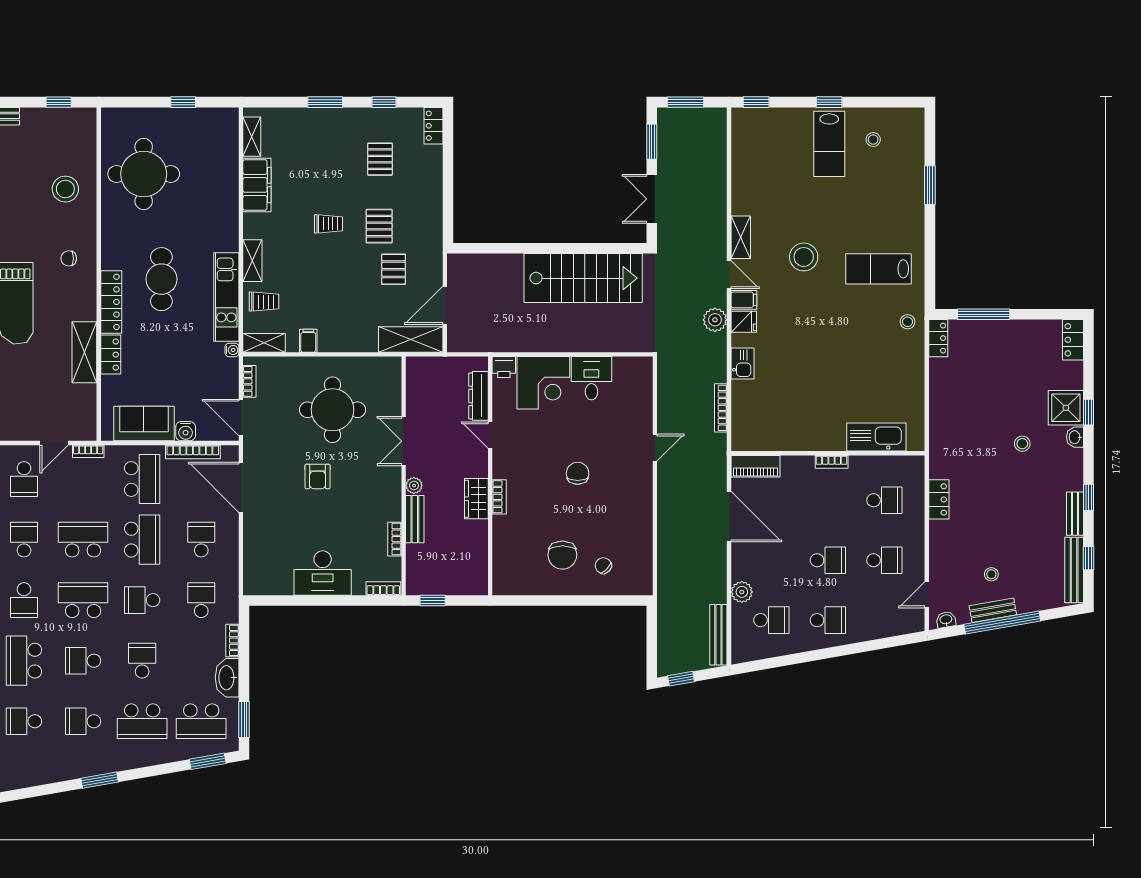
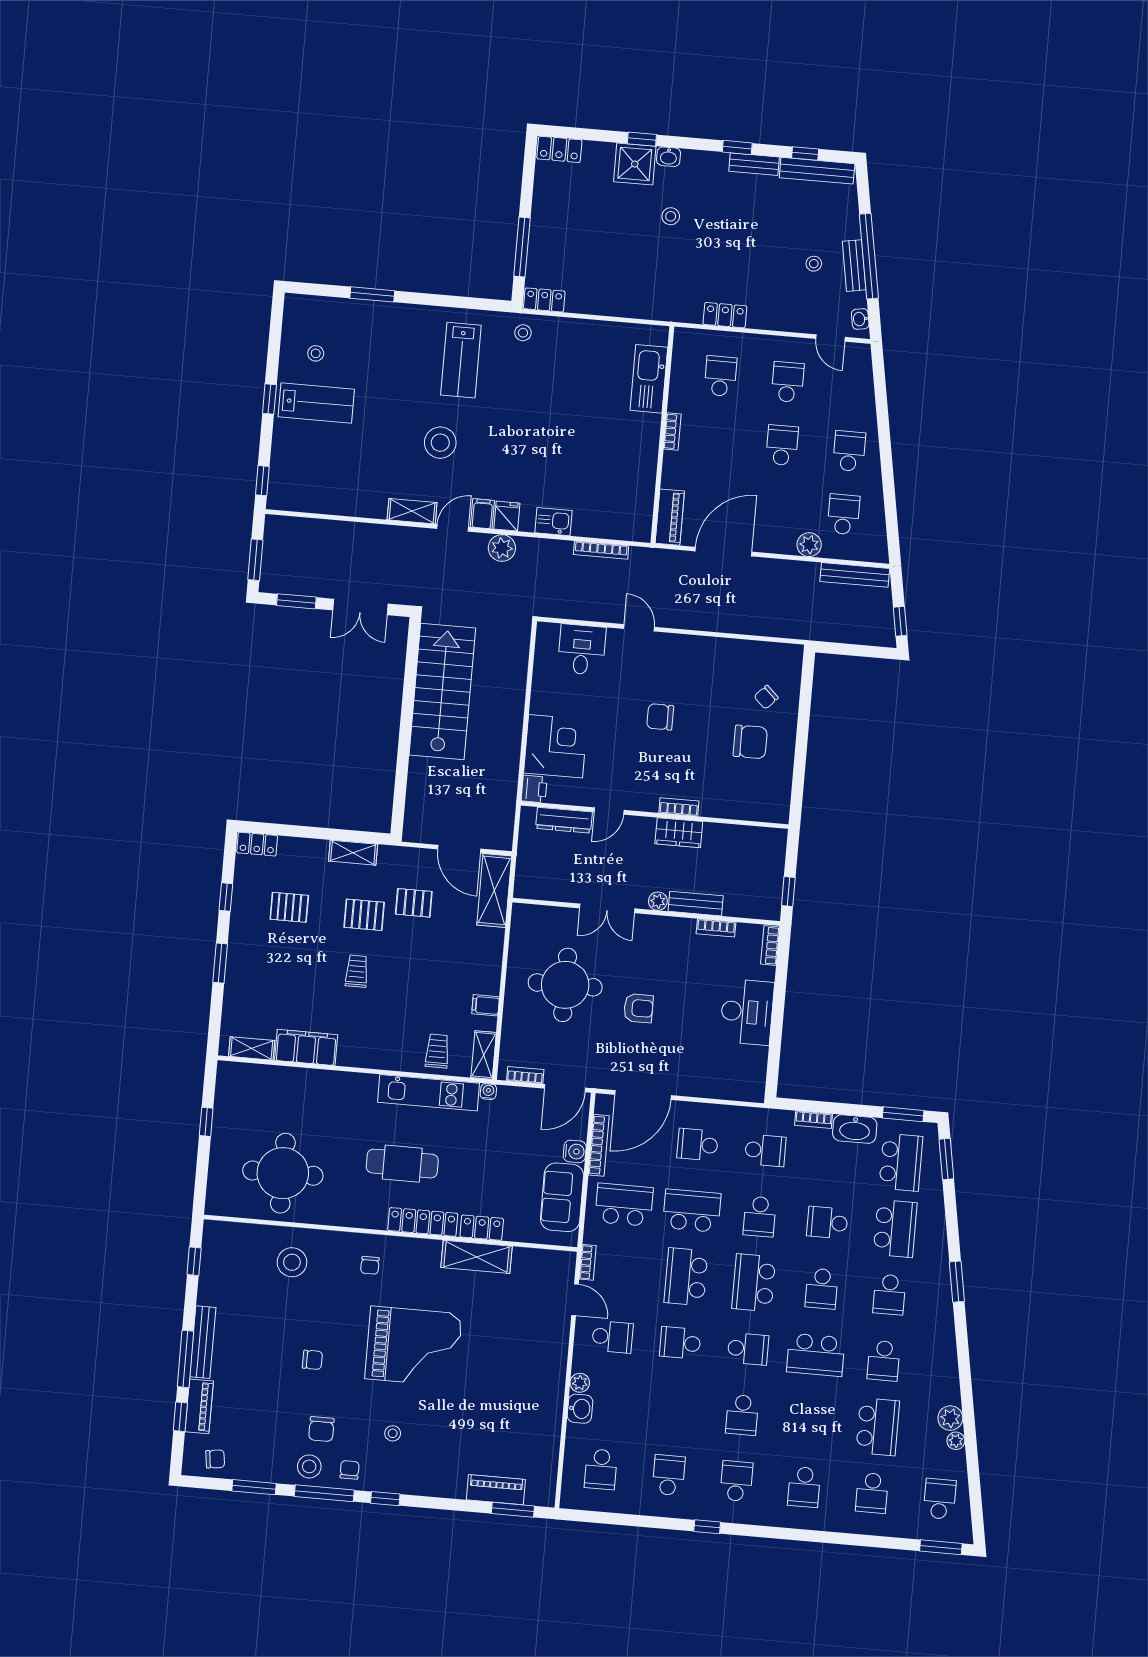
shelving: (252, 261) -> (353, 853), moved
desk: (591, 378) -> (582, 650), moved, turned 90
school desk: (201, 600) -> (765, 1150), turned 180

